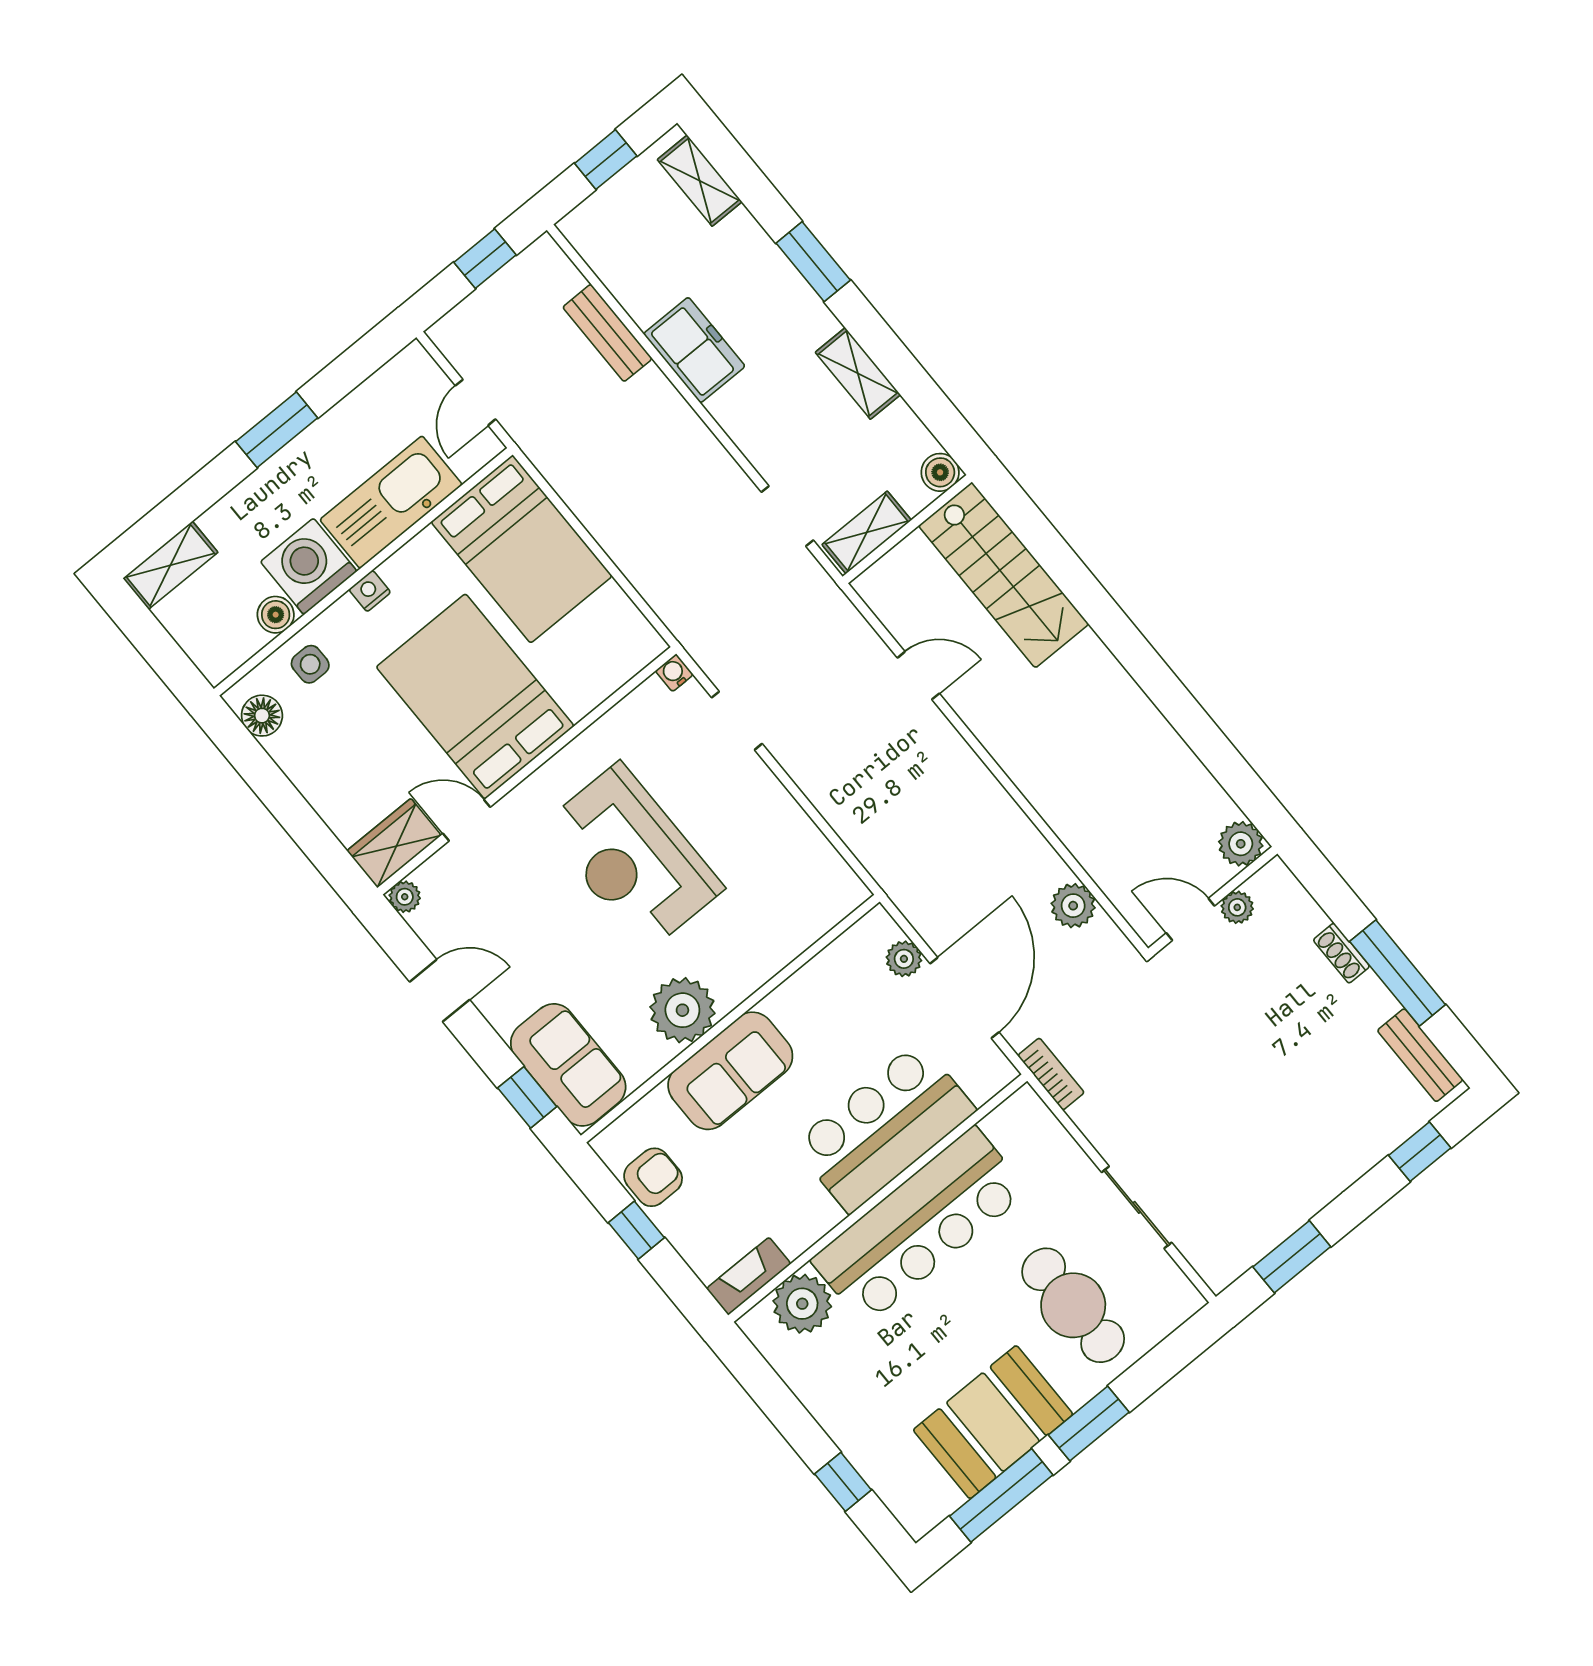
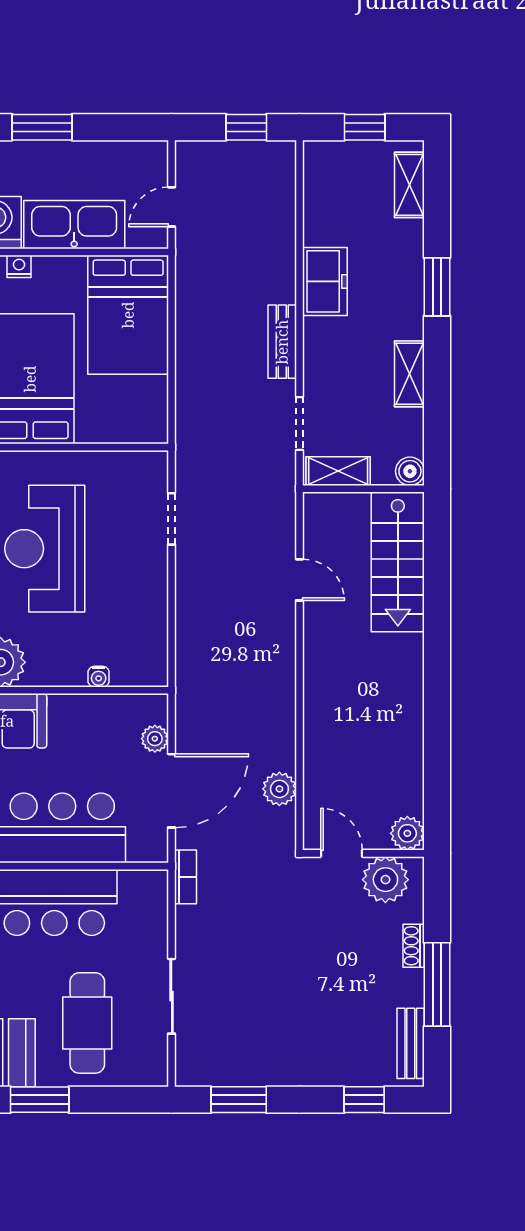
bench: (607, 333) -> (282, 342), moved
water cooler: (674, 673) -> (99, 677), moved, turned 180
plant: (1237, 907) -> (385, 880), width x1.88, depth x1.88

